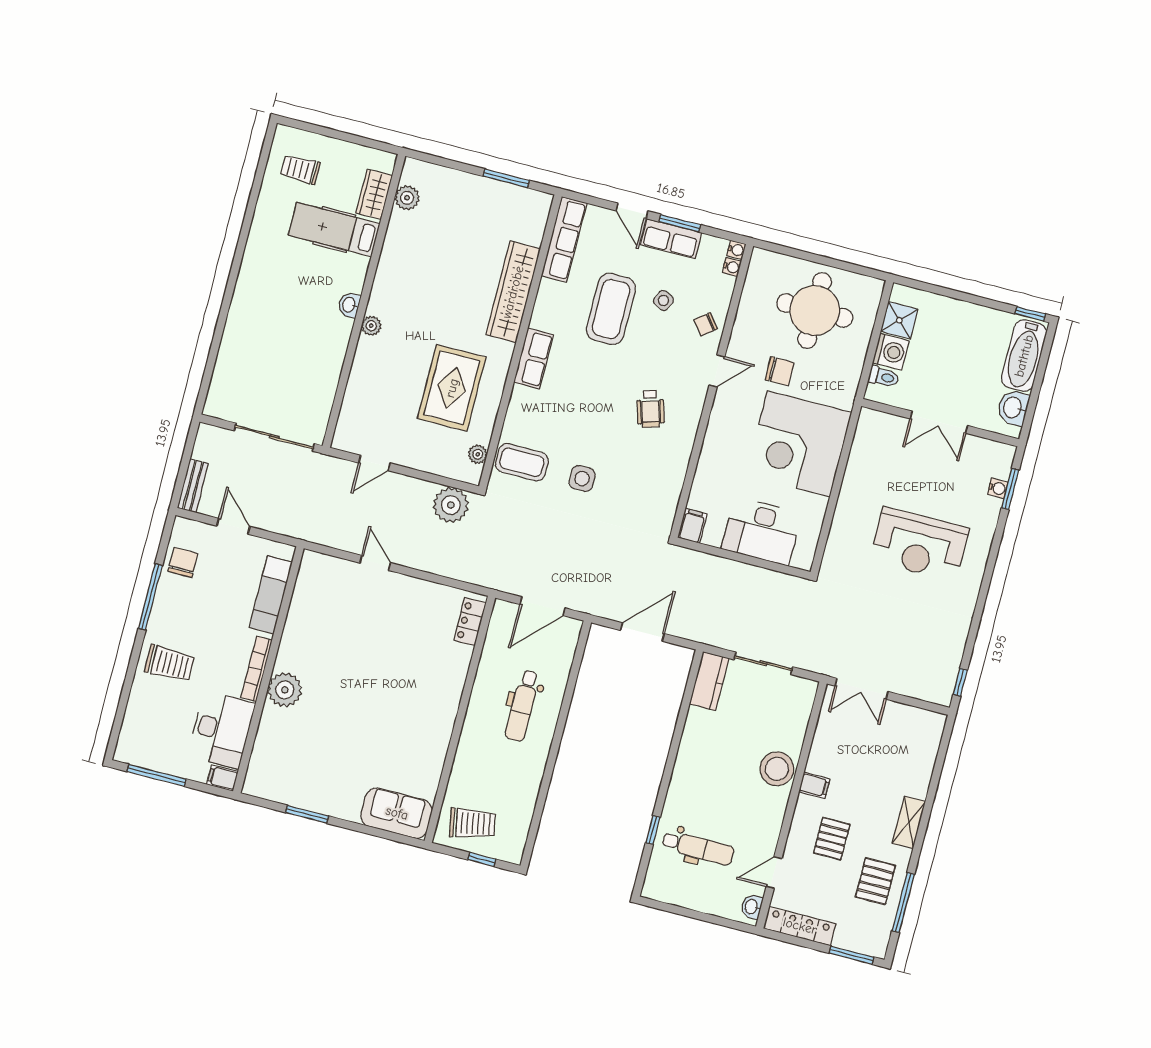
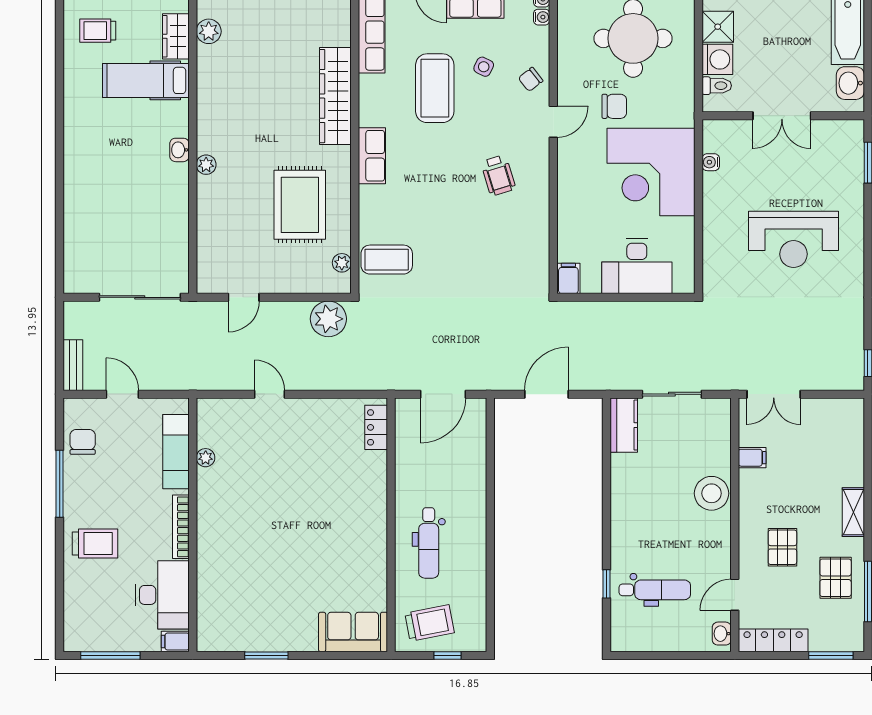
side table: (582, 478) -> (449, 260), removed
water cooler: (998, 488) -> (711, 162), moved, turned 180
plant: (285, 690) -> (206, 458), moved, width x0.53, depth x0.53
dental chair: (522, 706) -> (429, 543), moved
filing cabinet: (814, 785) -> (752, 458), moved

